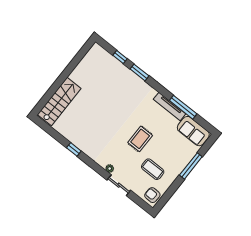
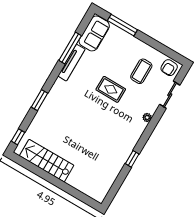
window: (120, 57) -> (18, 137), moved
stairs: (59, 101) -> (47, 161), moved
window: (191, 166) -> (122, 25), moved
sliding door: (119, 185) -> (170, 95), moved

